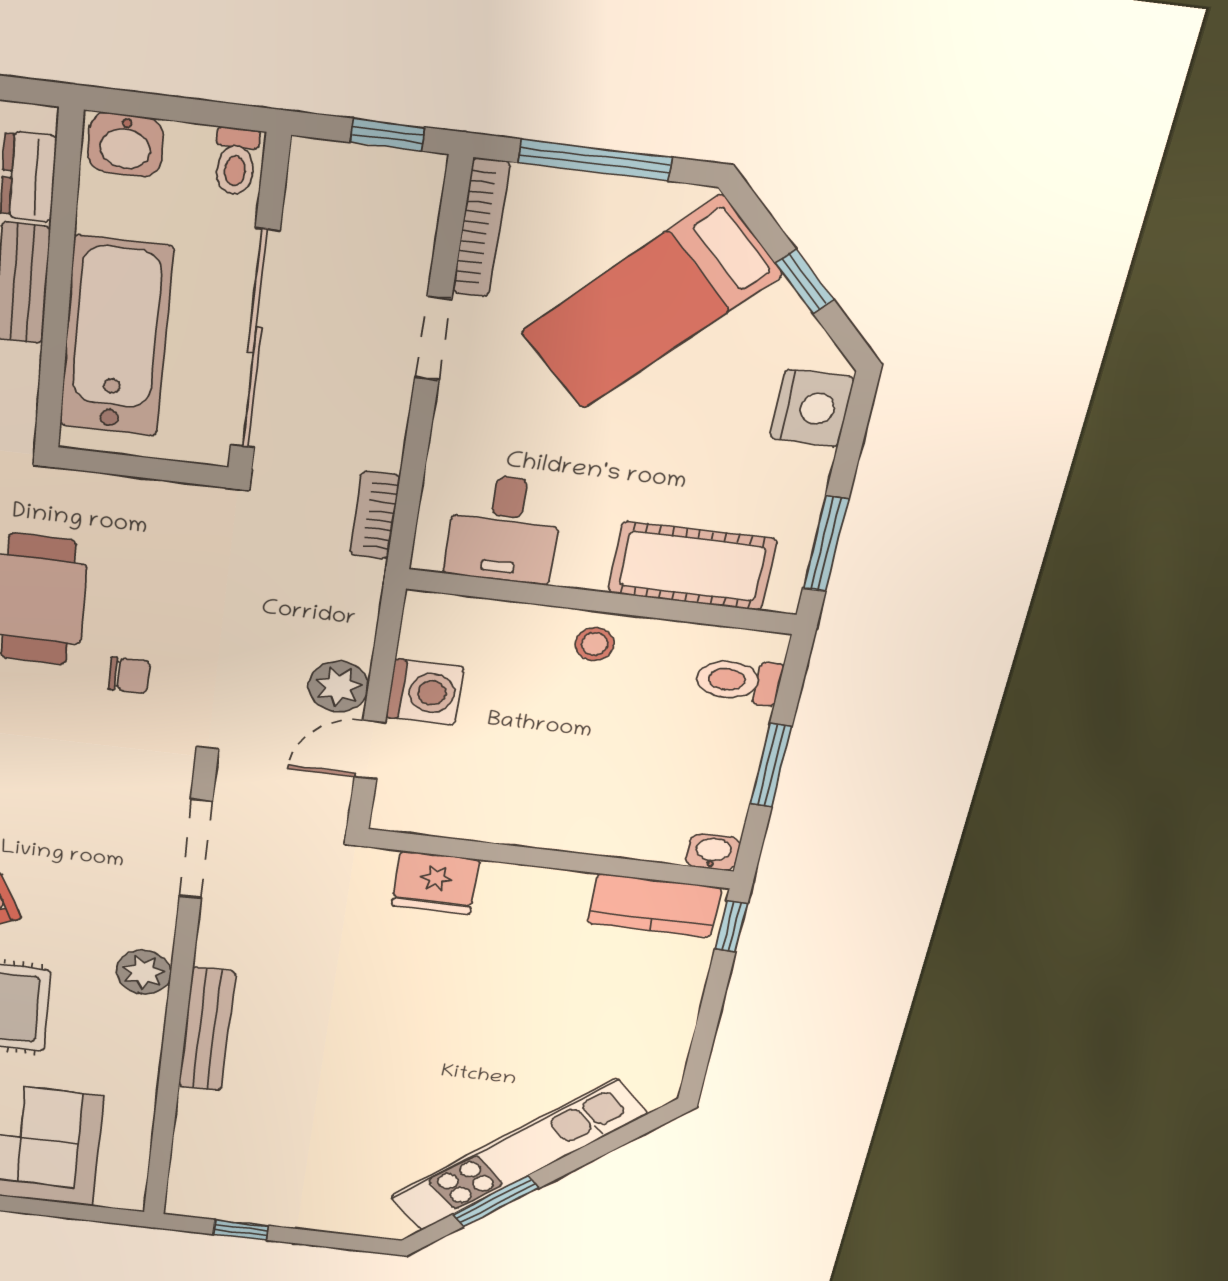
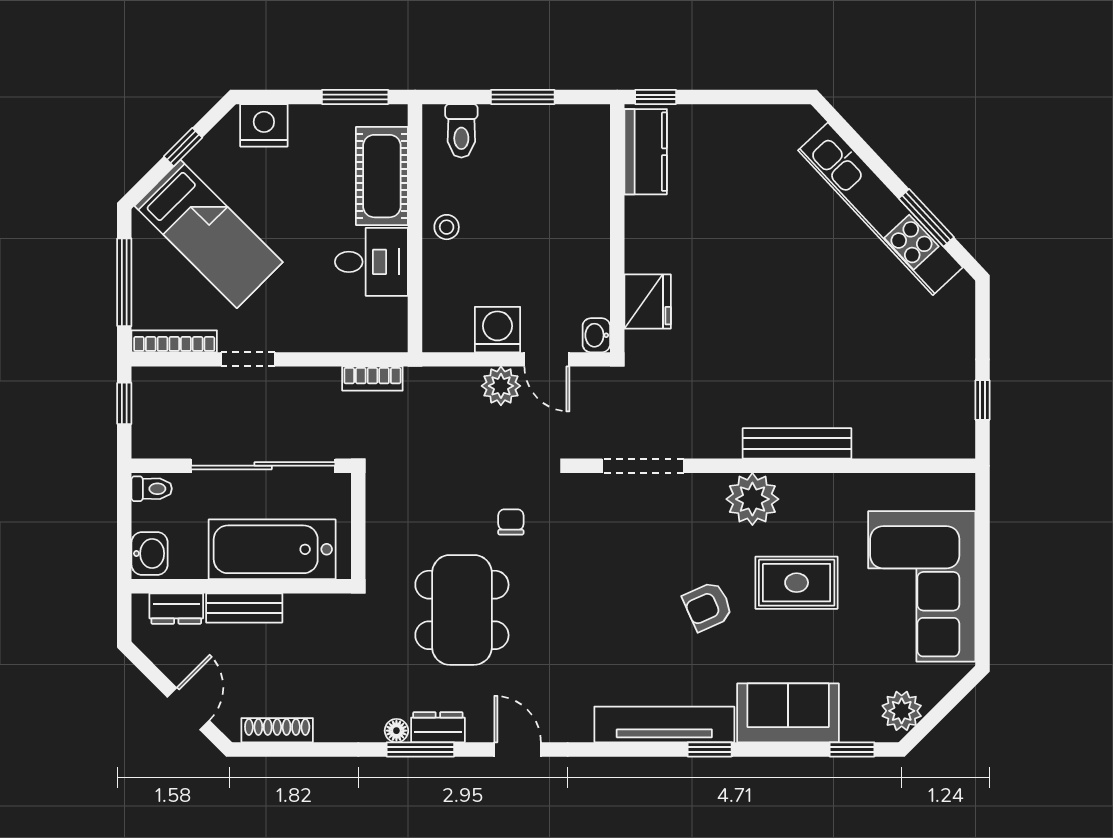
desk: (504, 529) -> (371, 262), moved
washbasin: (713, 852) -> (596, 335), moved
plant: (144, 972) -> (752, 499), width x1.36, depth x1.36

